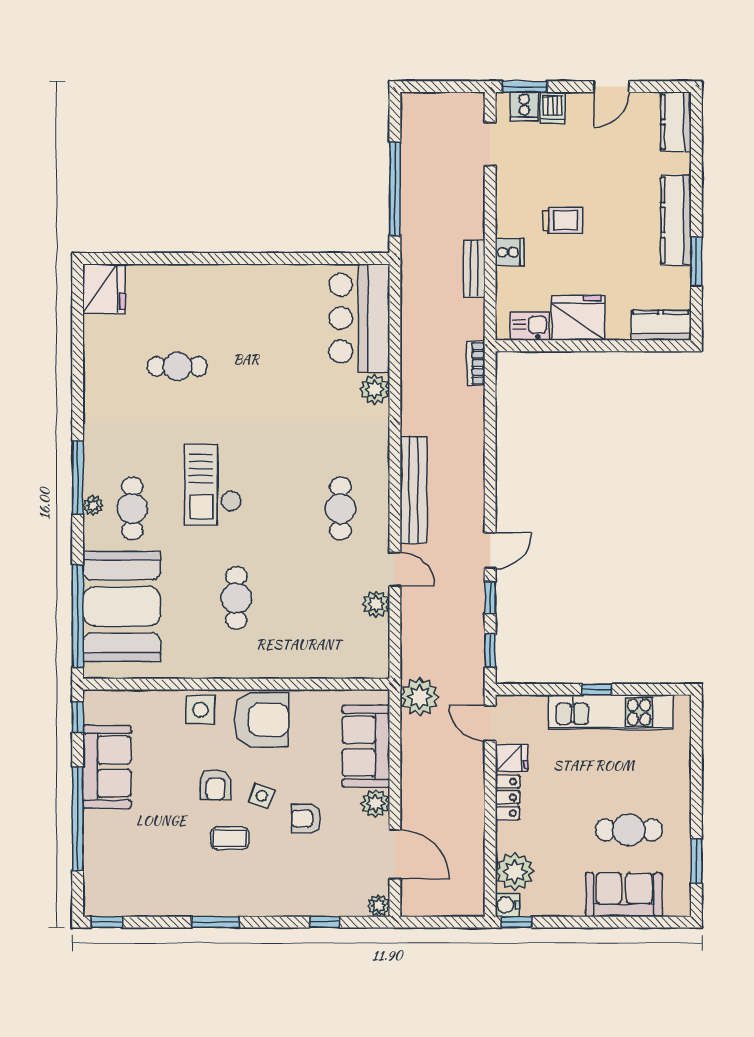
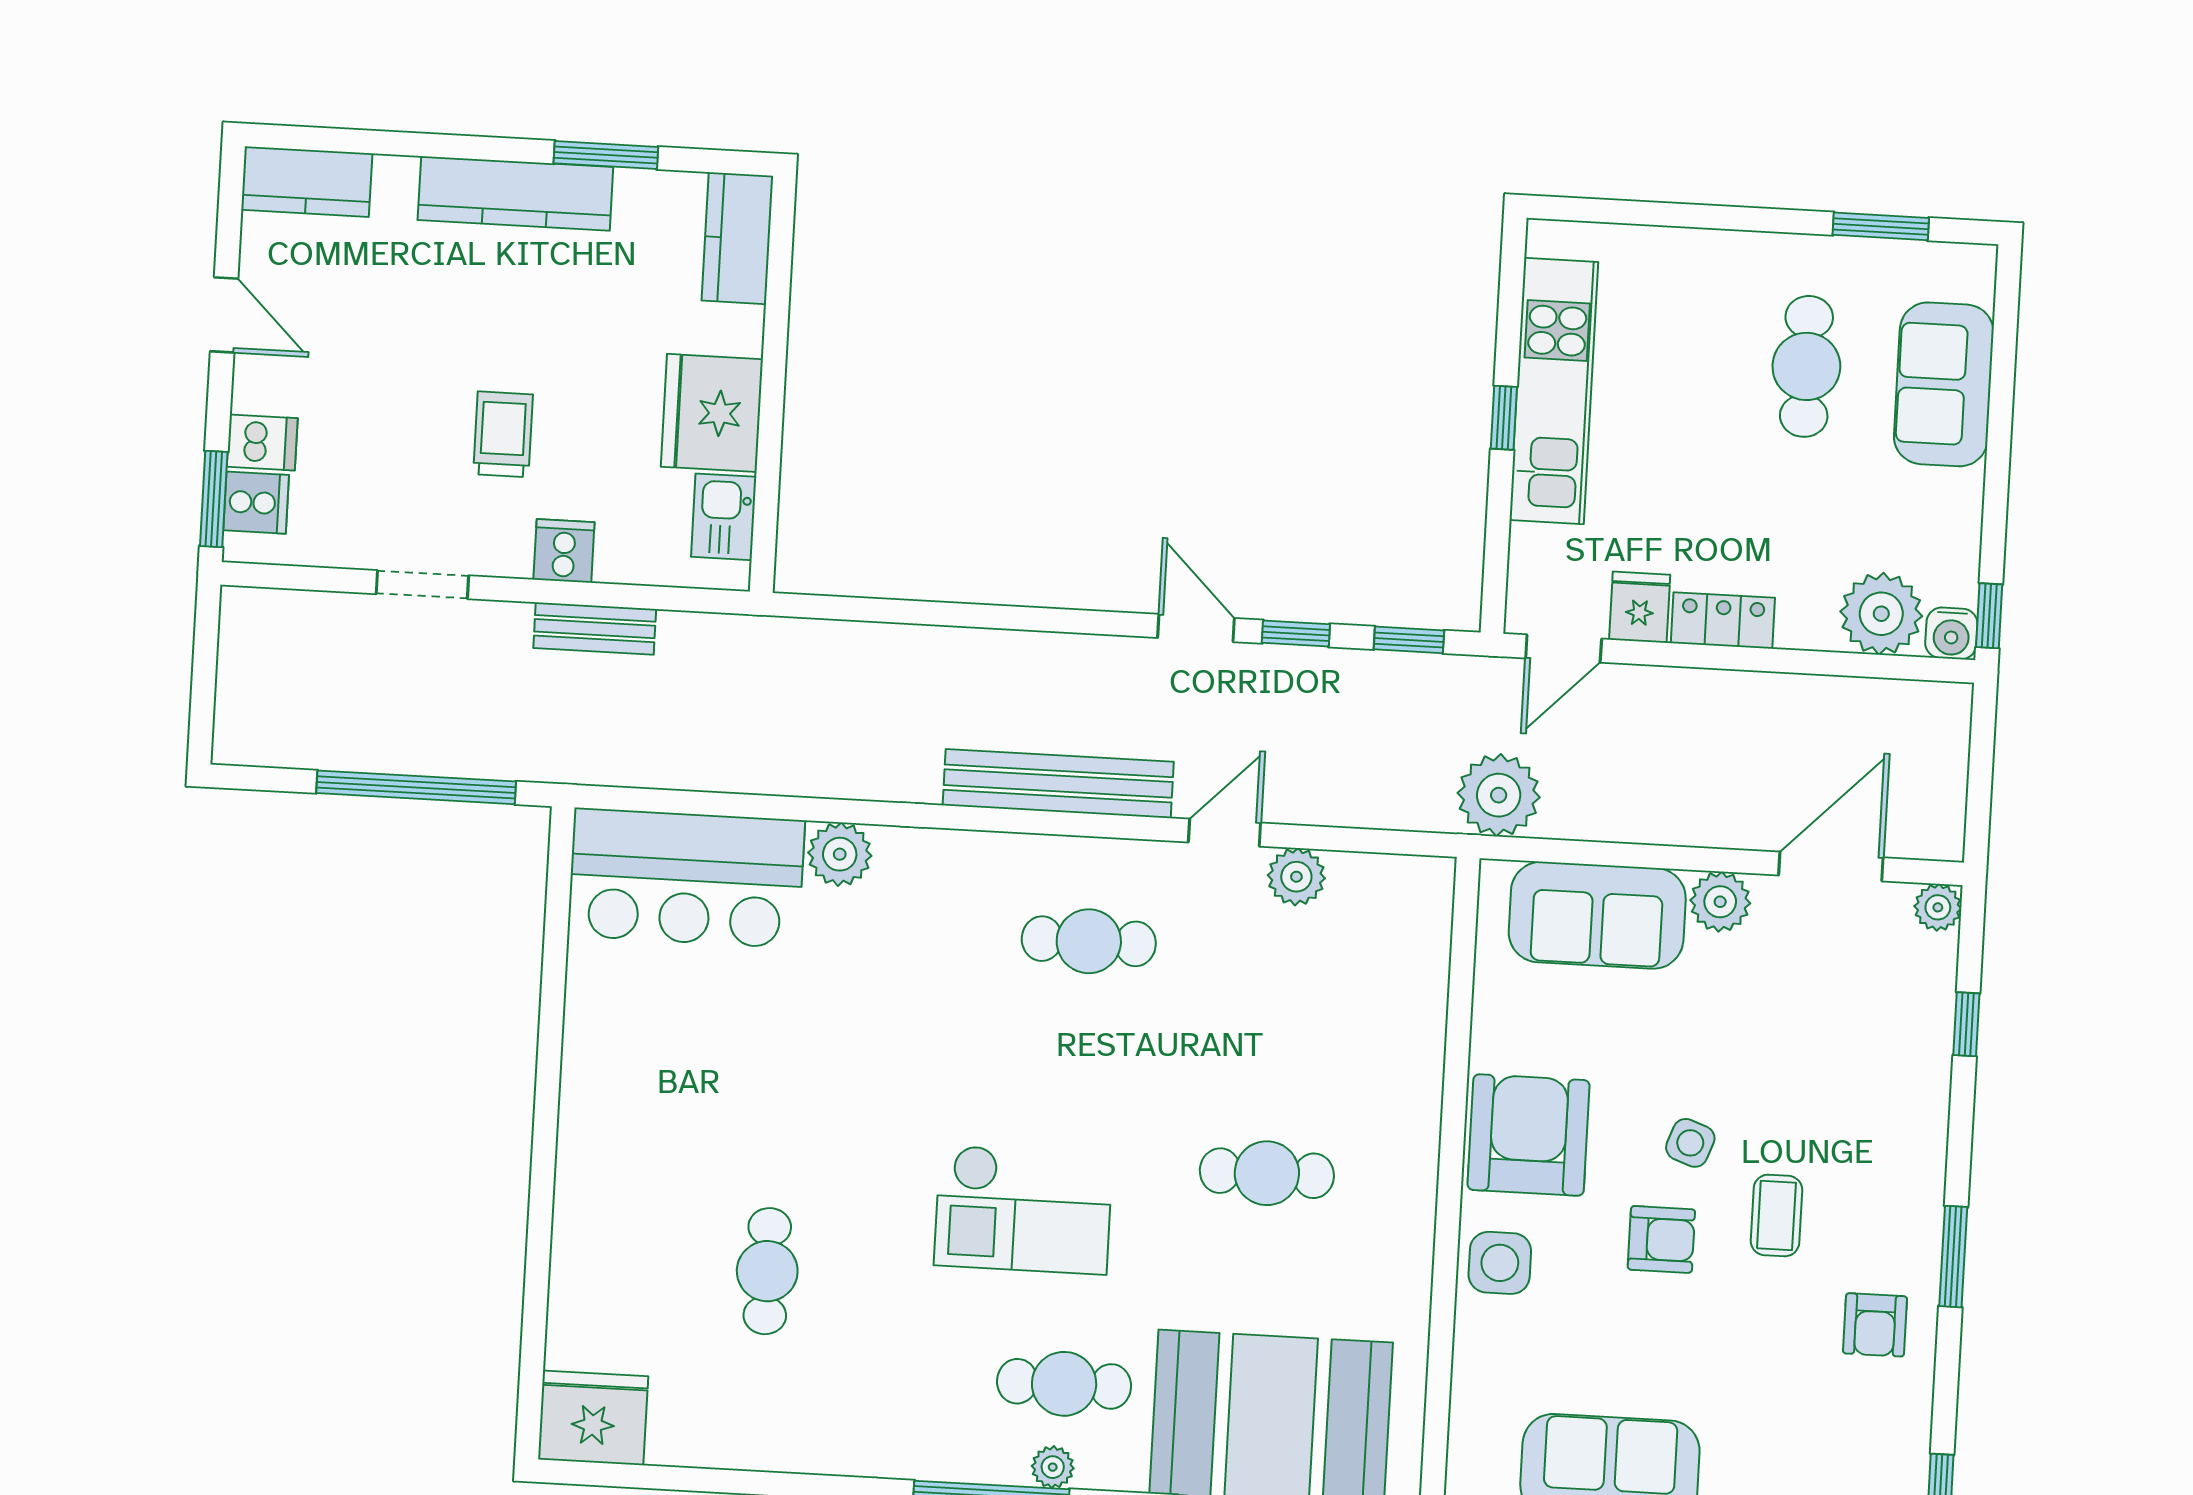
doorway: (490, 144) -> (422, 585), moved
bookcase: (476, 363) -> (796, 636), removed
armchair: (306, 819) -> (1875, 1325), moved

